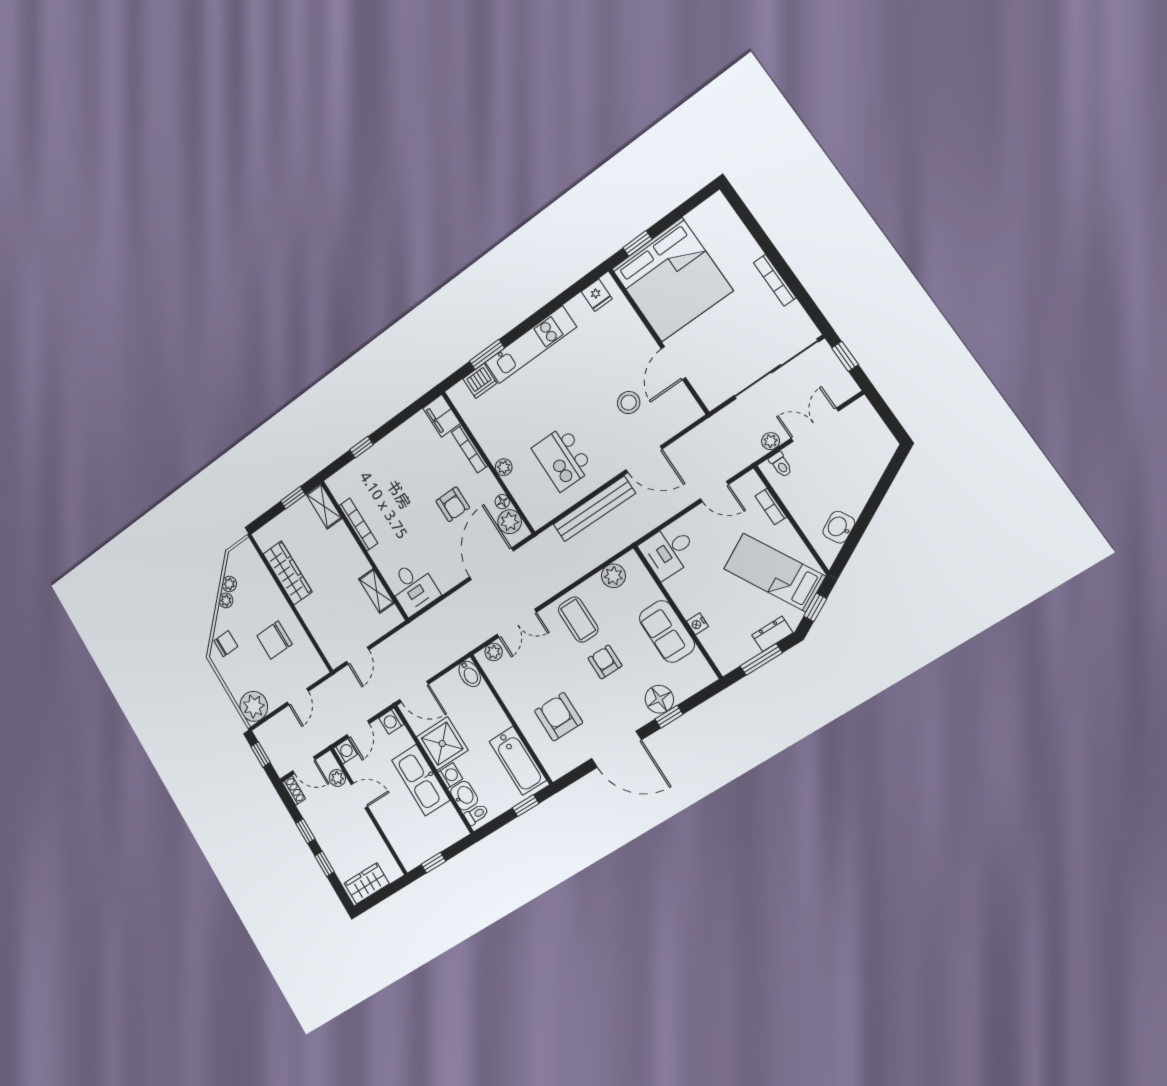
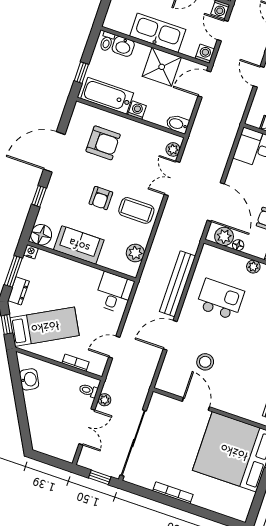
nightstand: (697, 624) -> (31, 252), moved
armchair: (605, 662) -> (101, 198), turned 90
floor lamp: (659, 699) -> (41, 235), moved
washing machine: (450, 775) -> (137, 110), moved, turned 180

